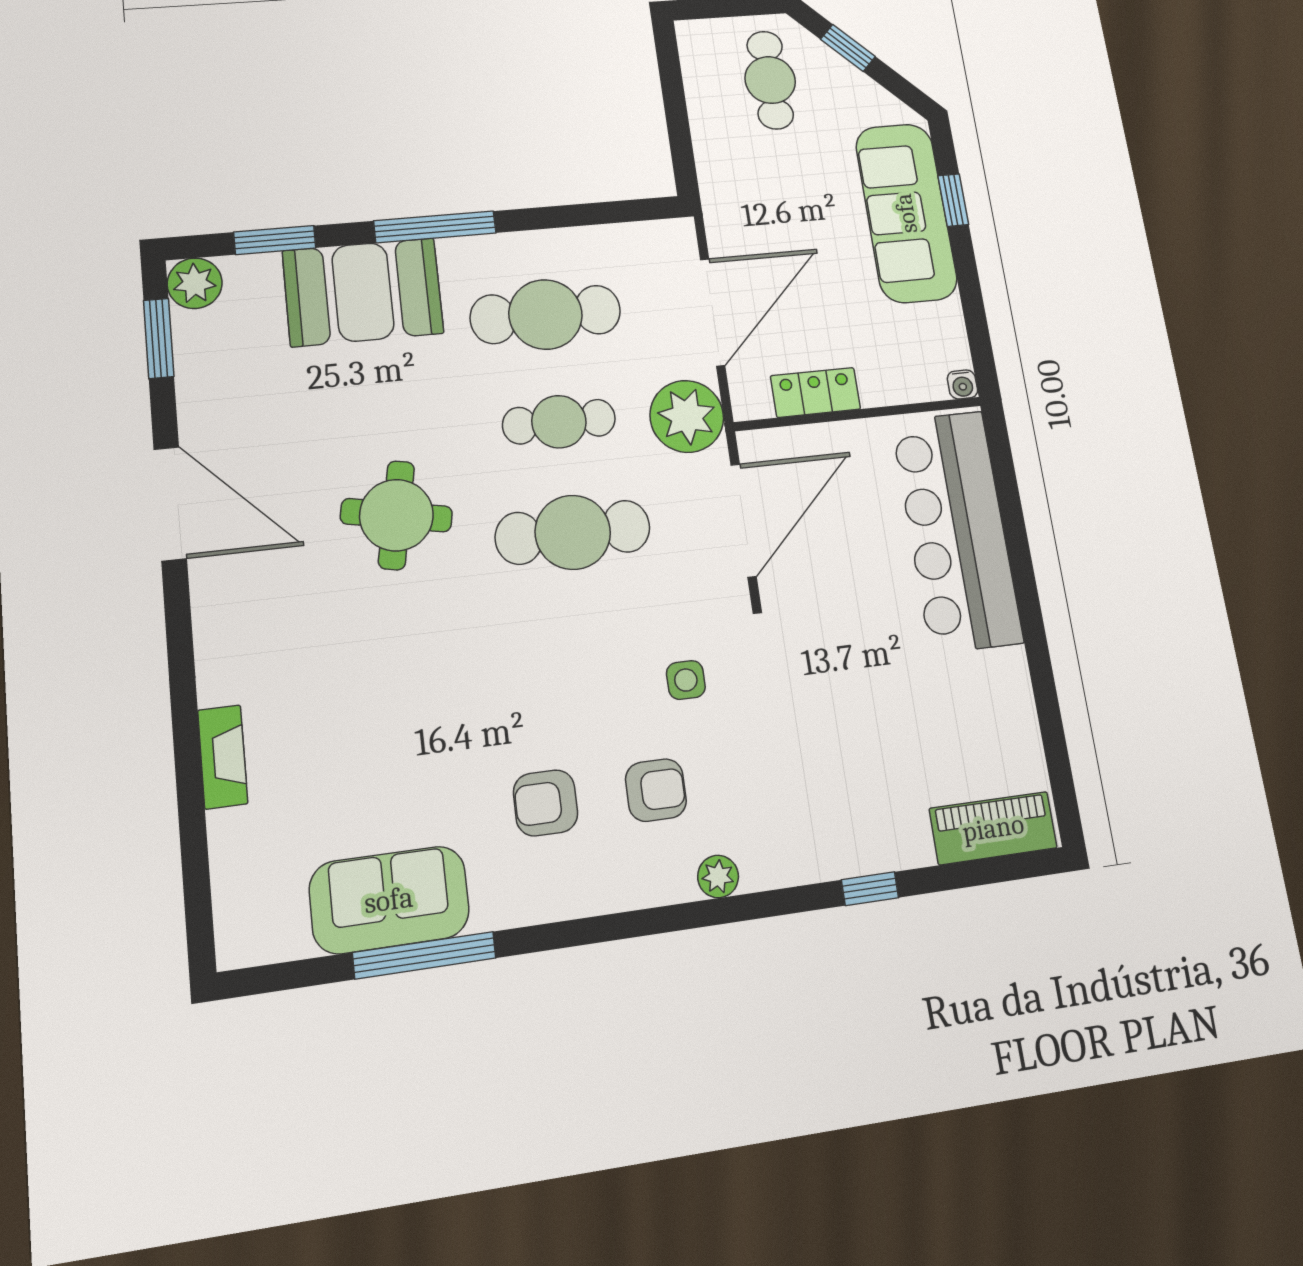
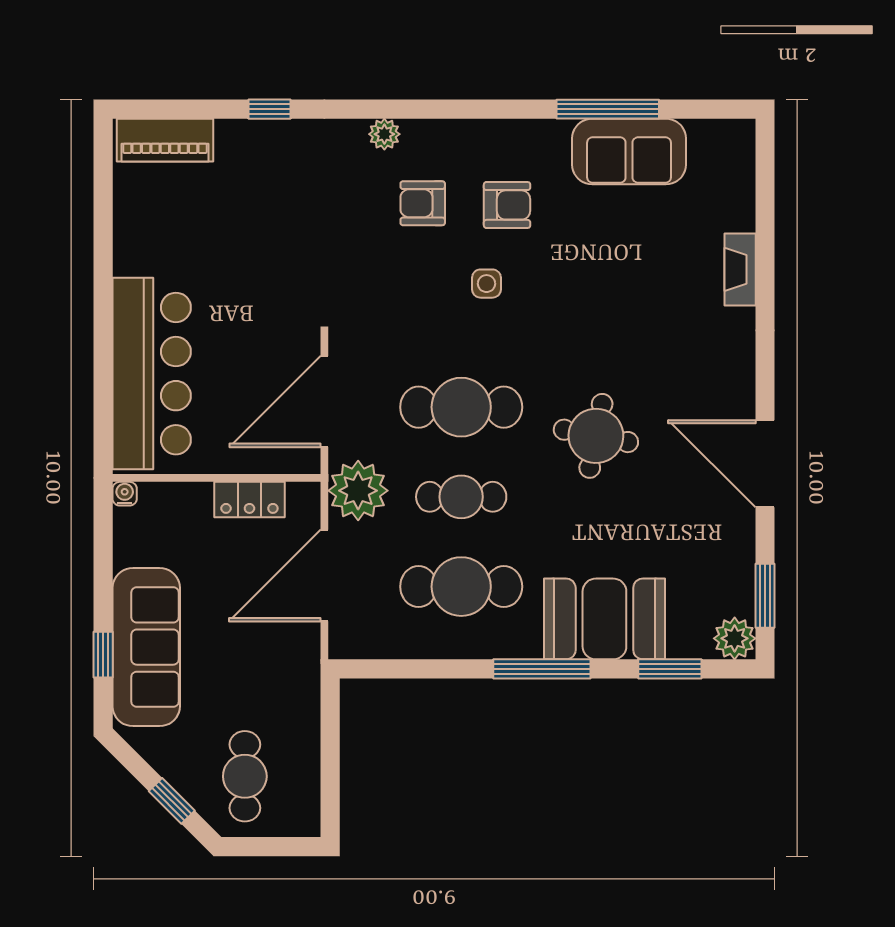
side table: (686, 680) -> (486, 284), moved

